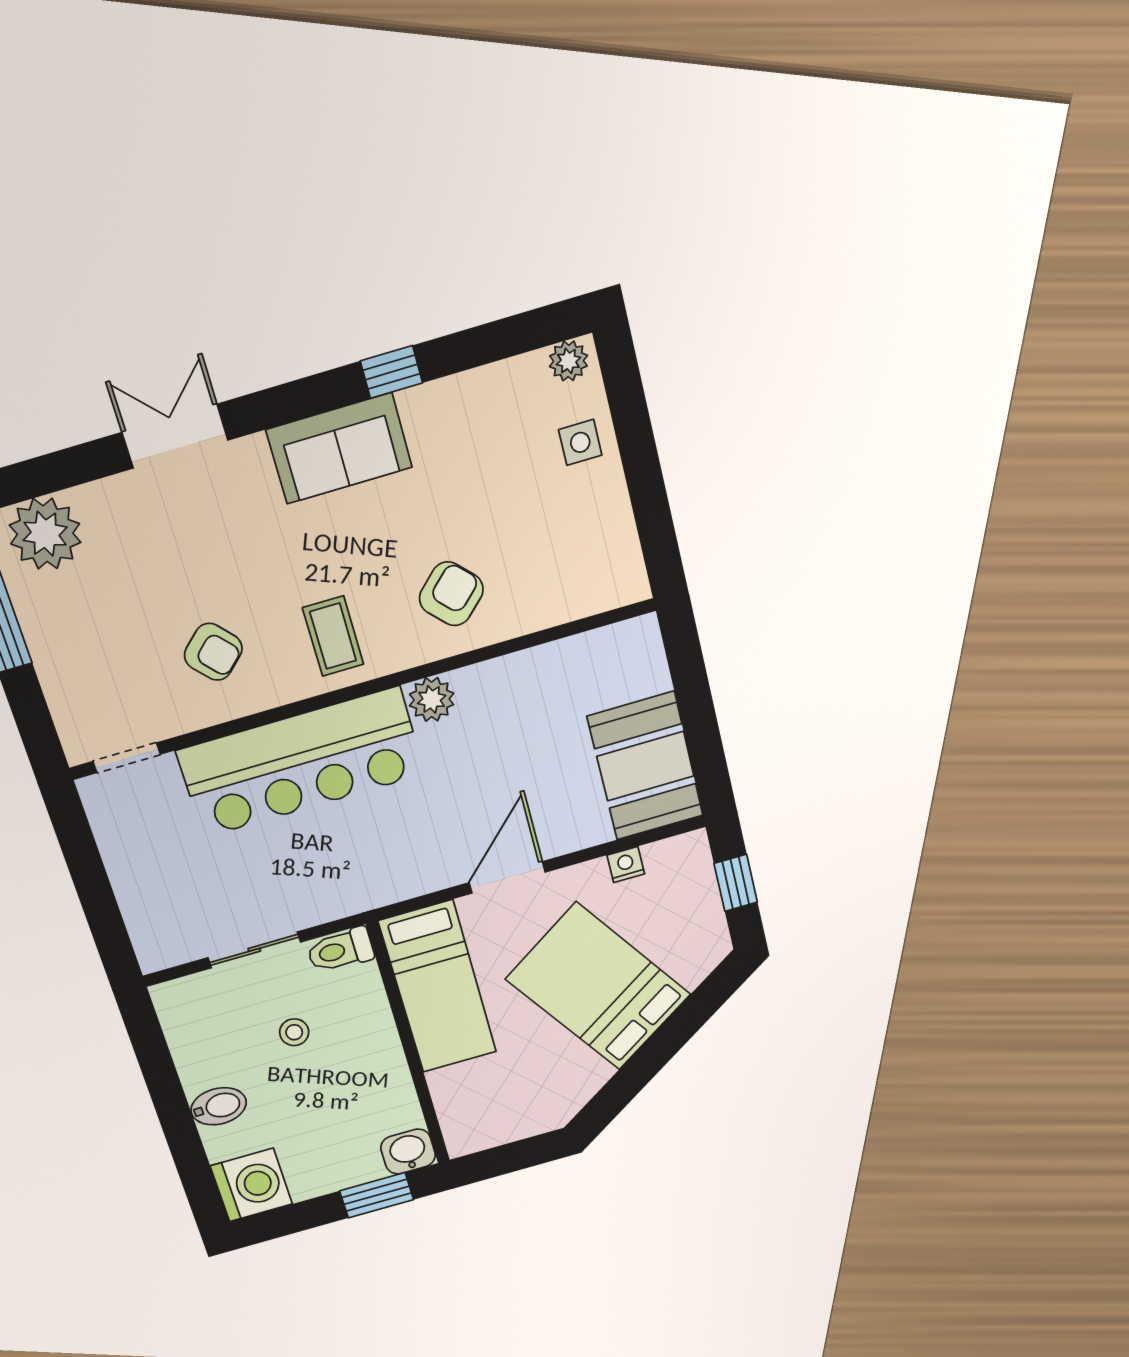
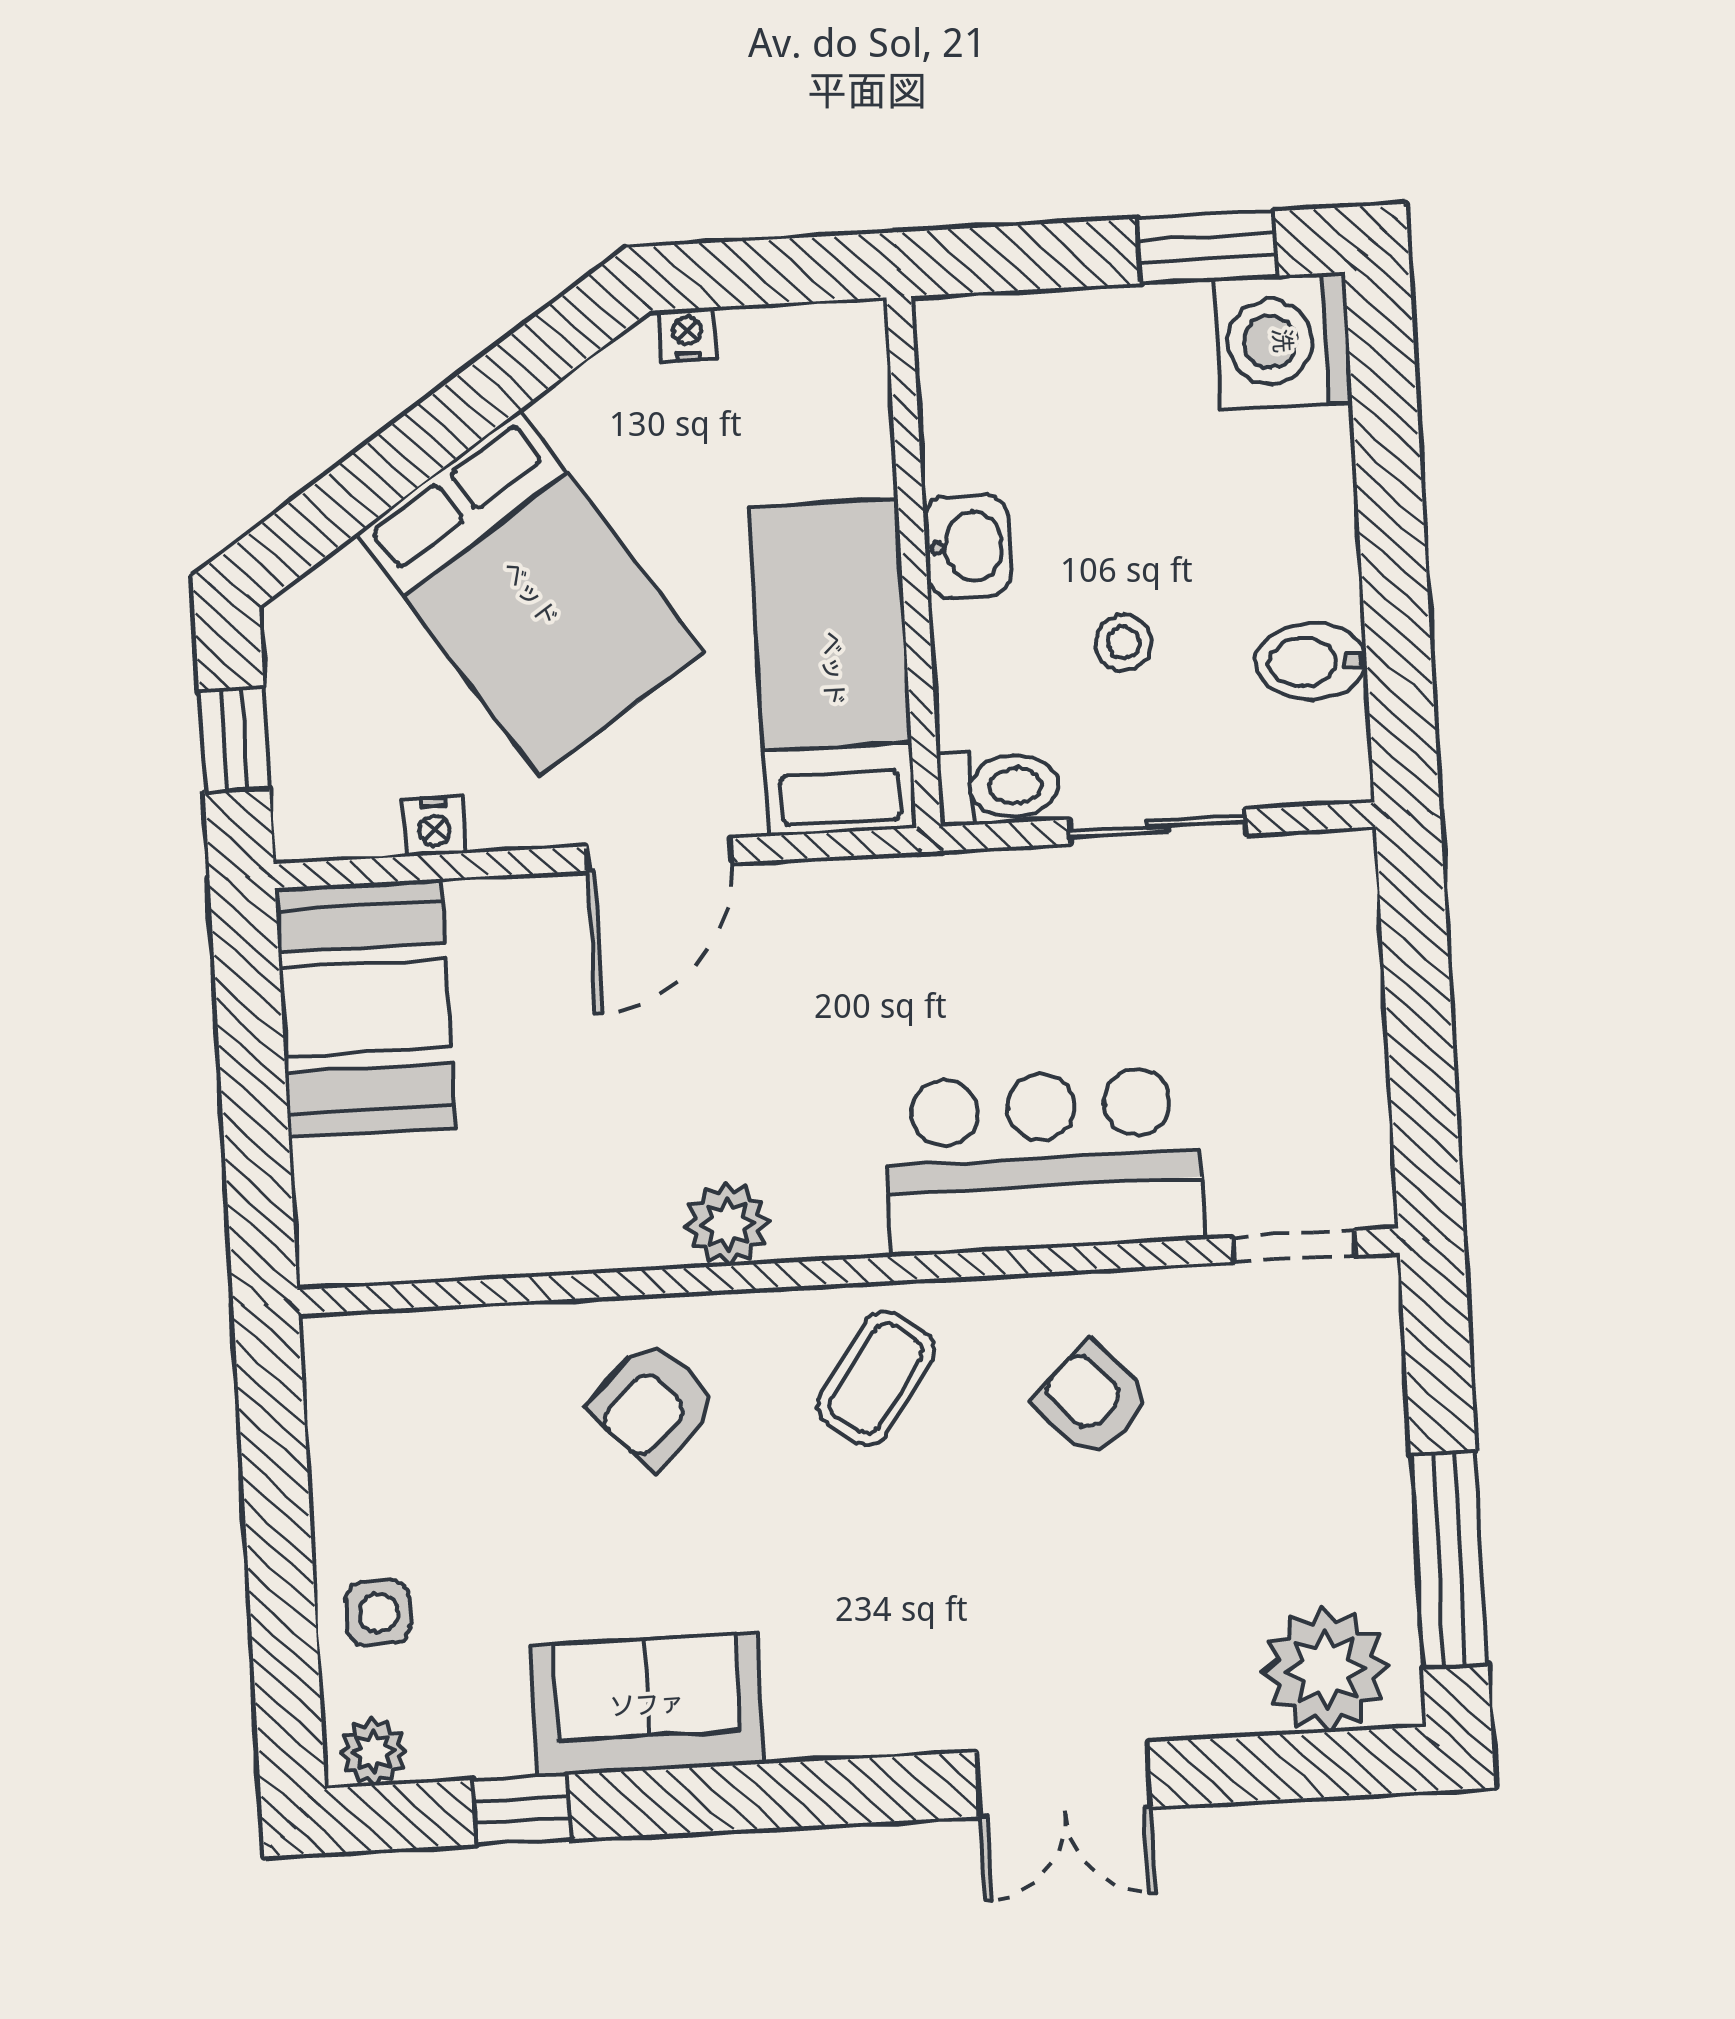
window: (391, 372) -> (521, 1810), moved
sofa: (339, 448) -> (647, 1704), moved
coffee table: (333, 636) -> (876, 1379), turned 35
bar counter: (301, 762) -> (1044, 1161), width x0.73
bidet: (219, 1106) -> (1311, 661), moved
nightstand: (544, 1121) -> (687, 335), added
washbasin: (408, 1152) -> (968, 546), moved, turned -90
window: (377, 1195) -> (1207, 247), moved

